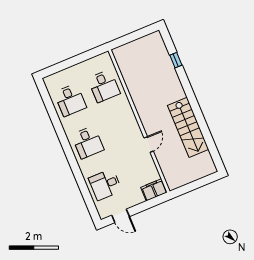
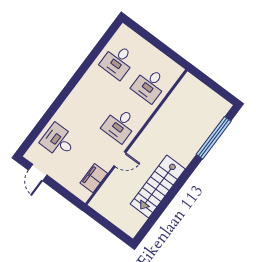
window: (176, 60) -> (214, 138), width x3.17
desk: (88, 142) -> (120, 125), moved
filing cabinet: (154, 190) -> (94, 178), moved, turned -90

